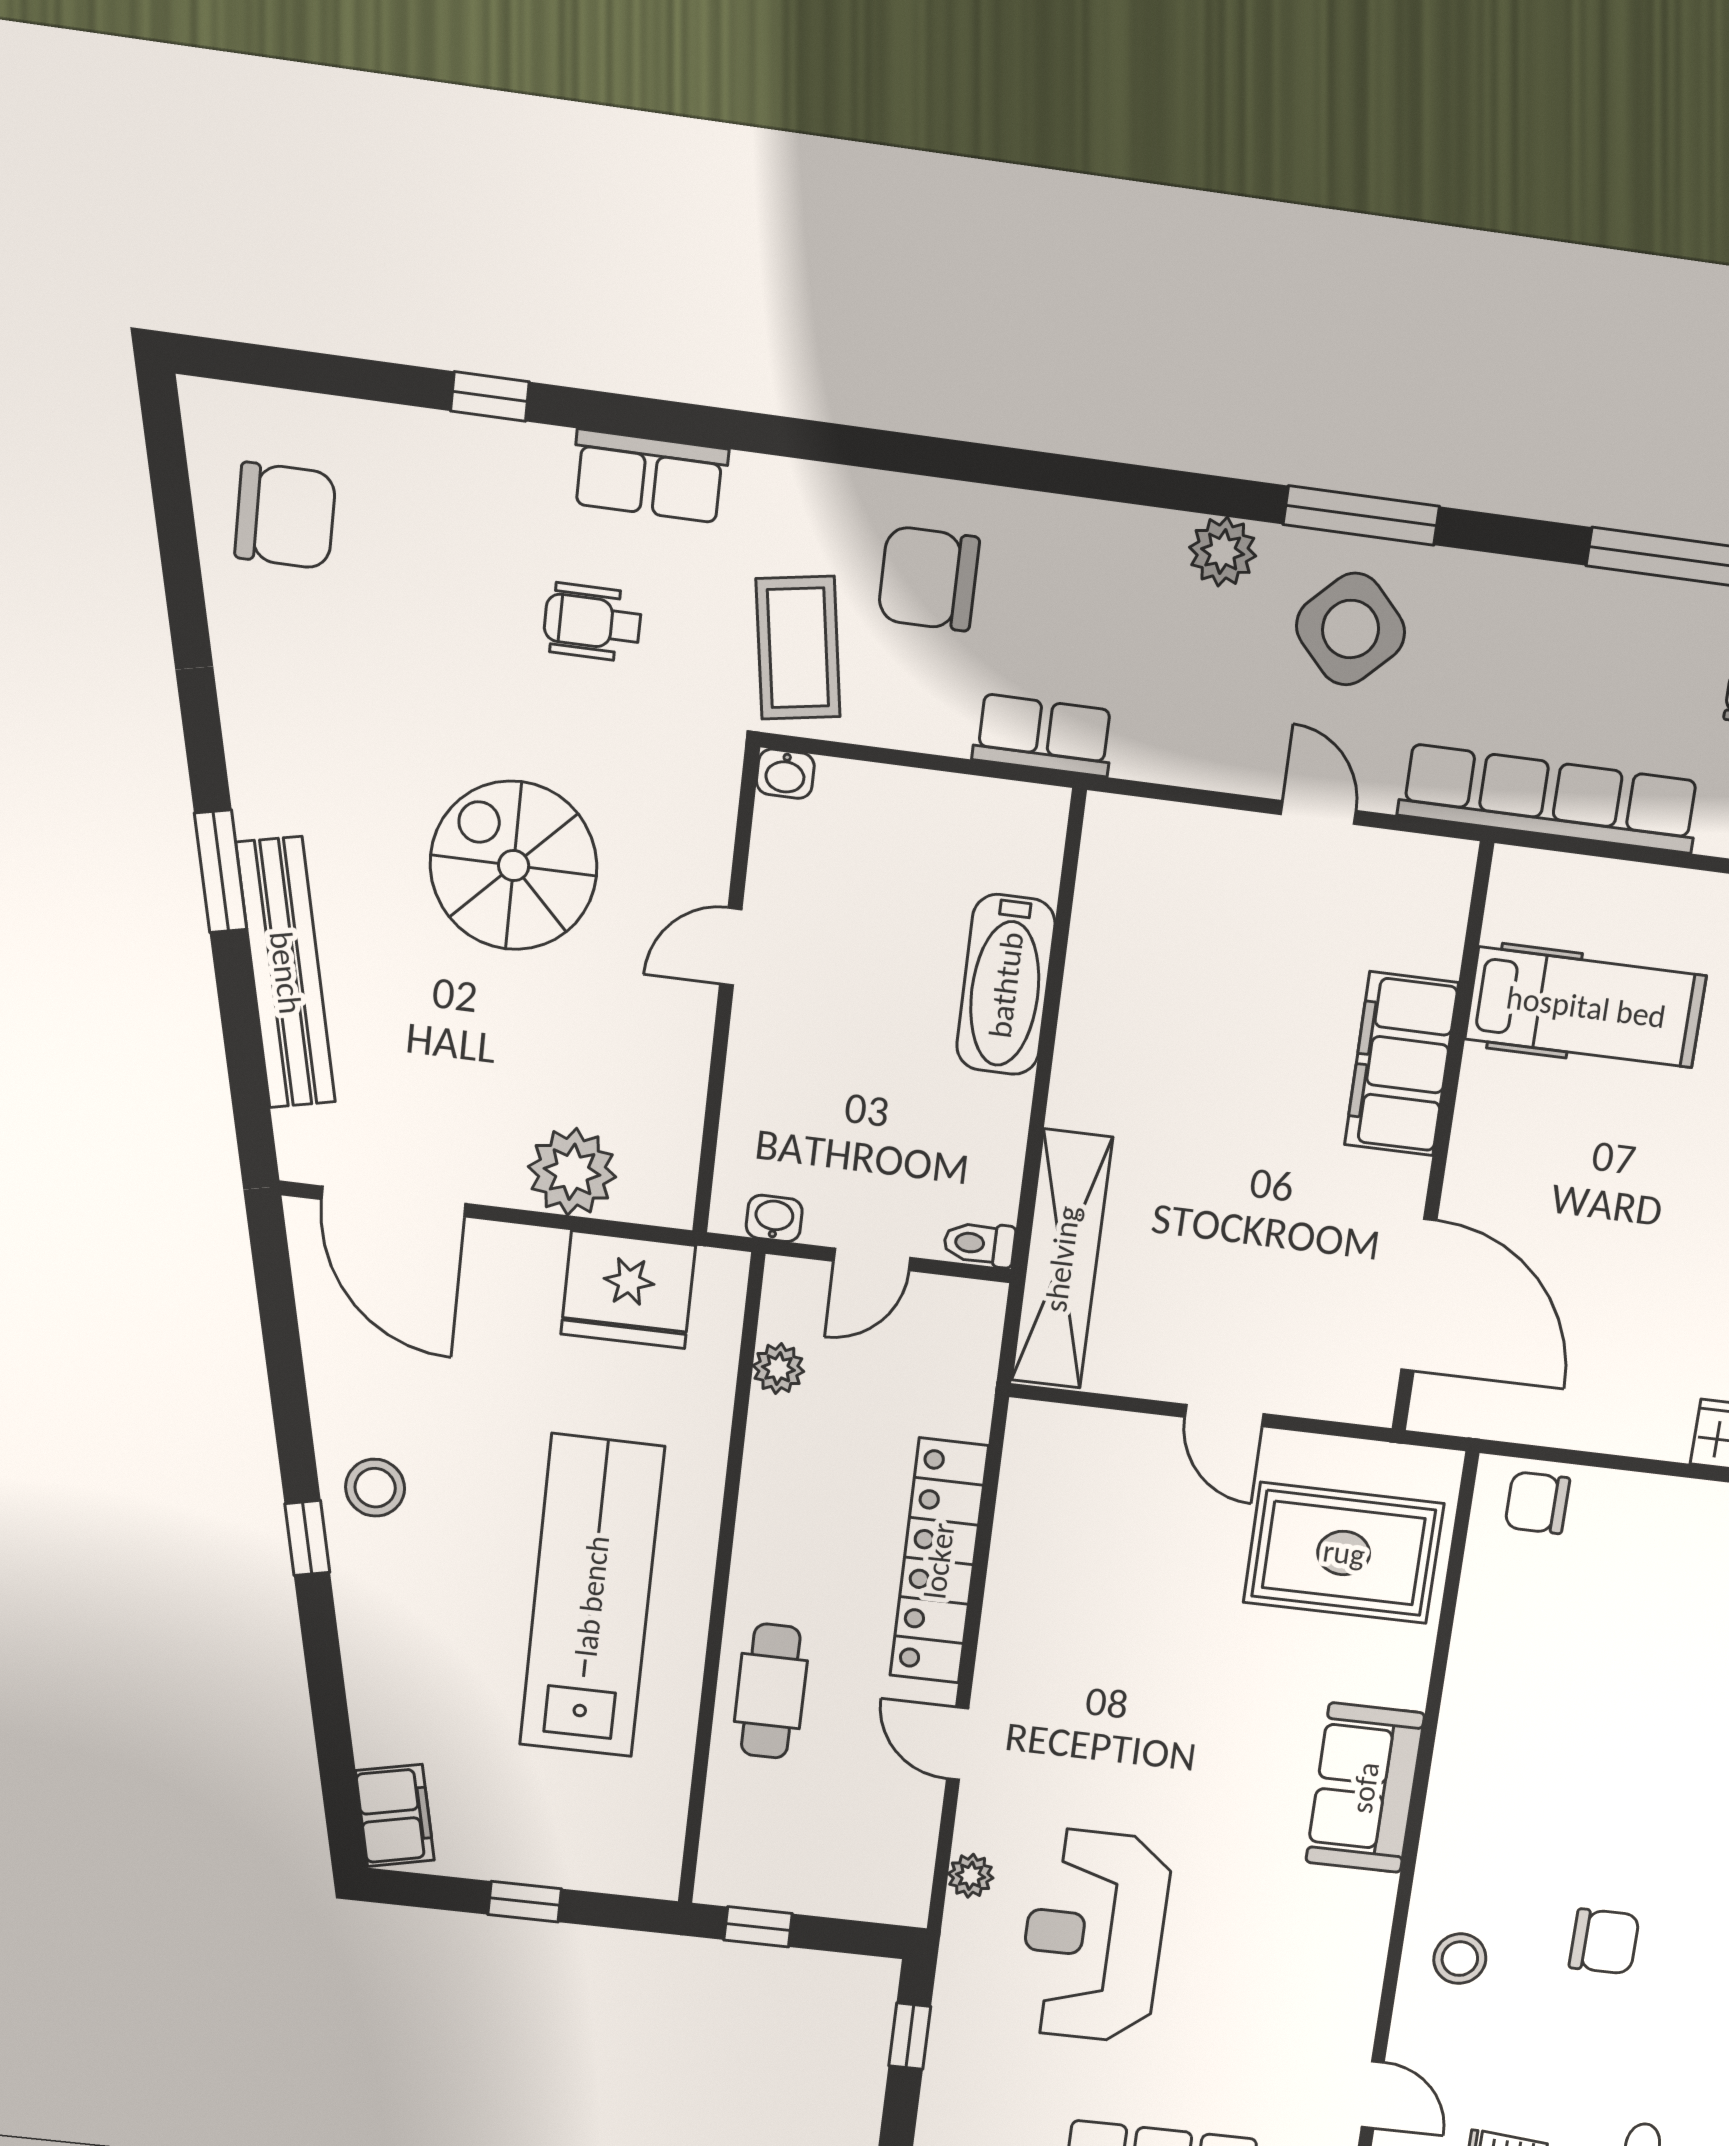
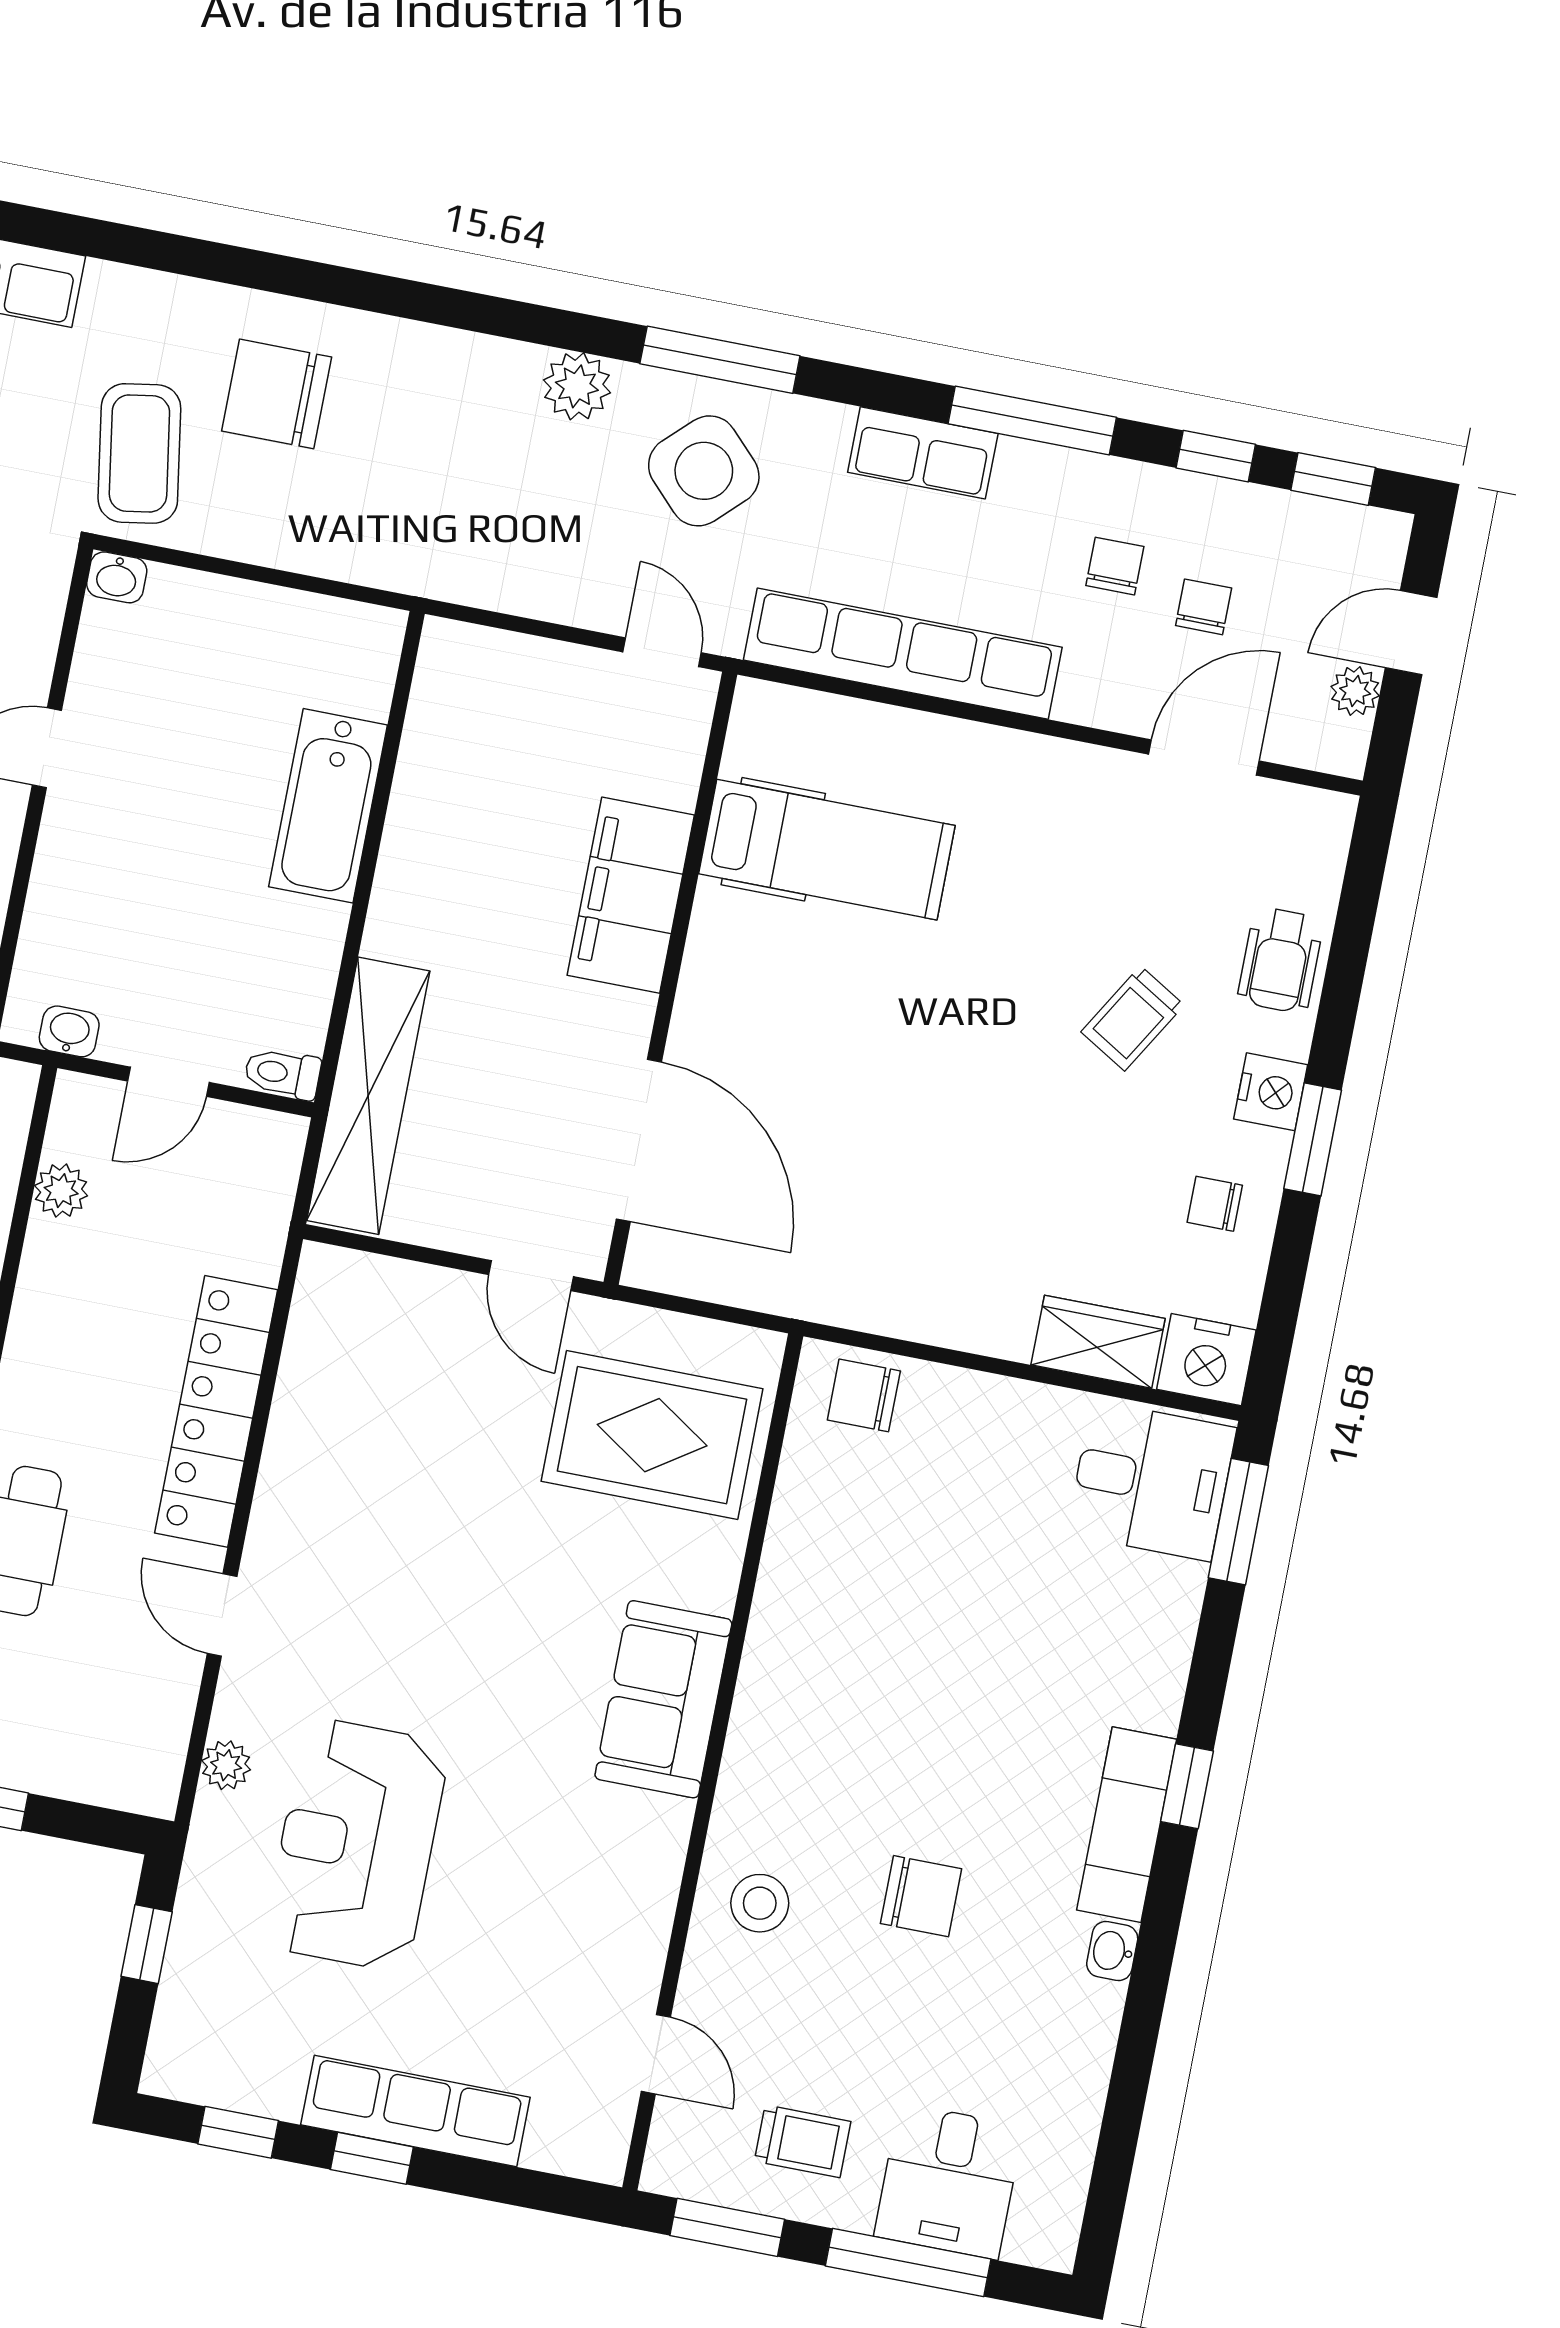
row of seats: (1043, 735) -> (923, 453), moved, turned 180
hospital bed: (1586, 1007) -> (827, 850), moved
filing cabinet: (1401, 1064) -> (631, 895), moved
wall: (1442, 1141) -> (670, 978), moved
door: (1419, 1295) -> (639, 1140), moved

